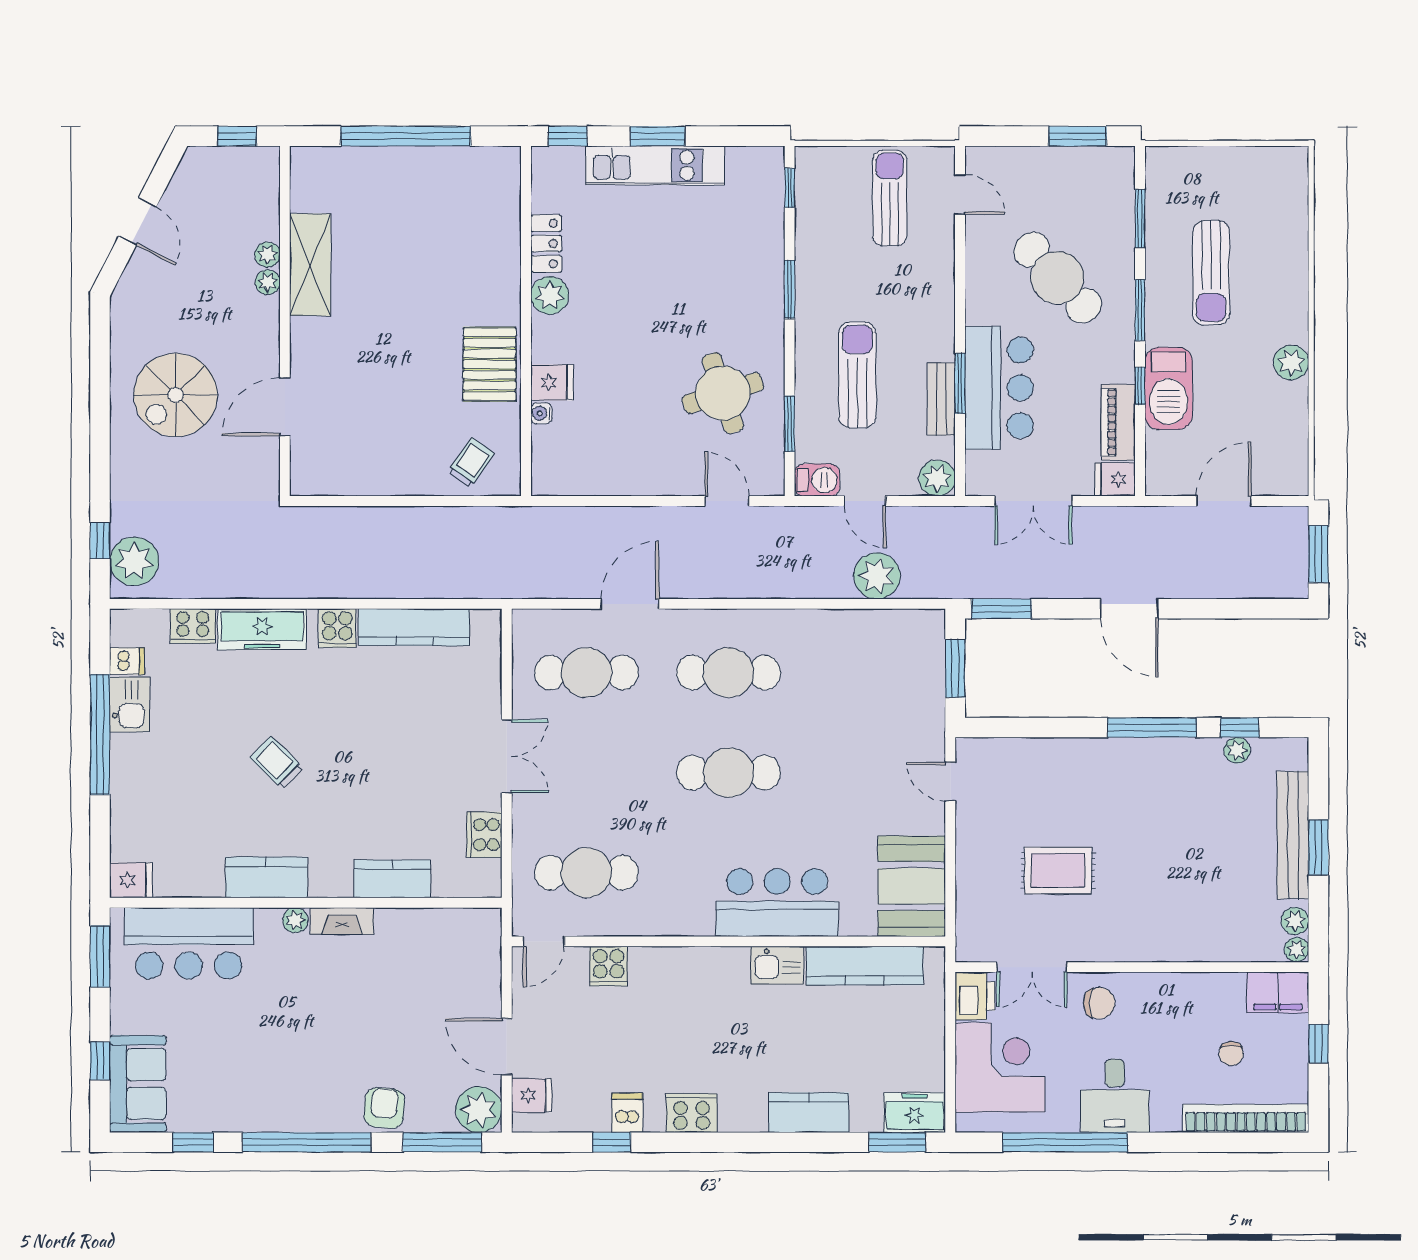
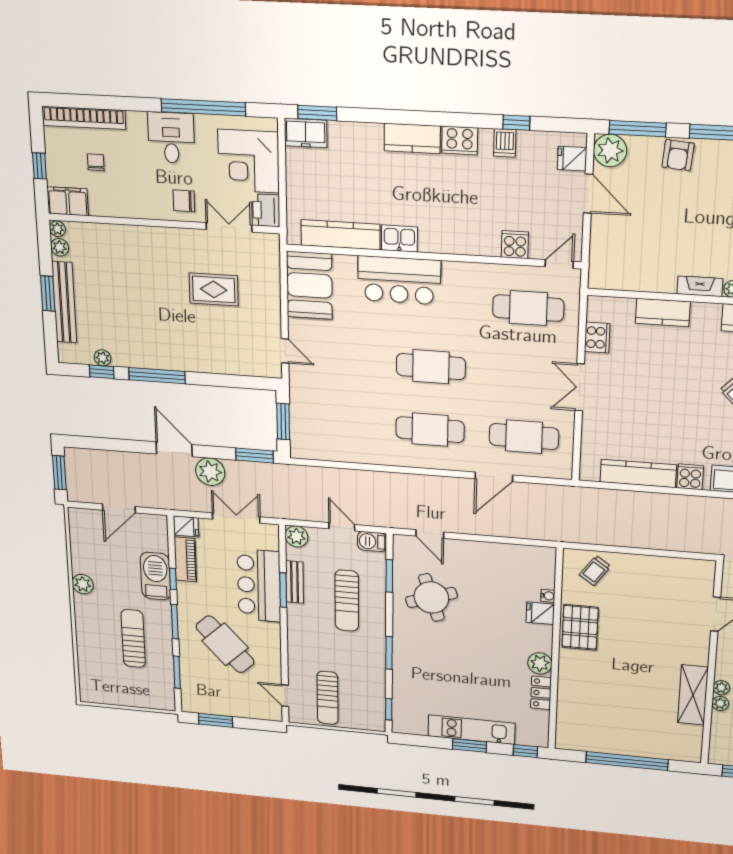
plant: (877, 576) -> (210, 472), moved
kitchen counter: (809, 1113) -> (412, 138), moved

